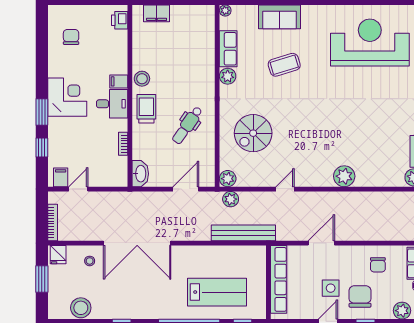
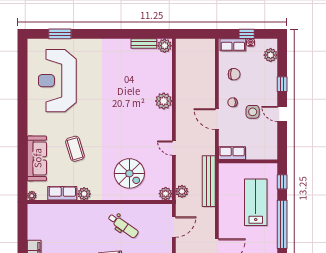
sofa: (280, 17) -> (37, 158), width x1.36
door: (186, 189) -> (174, 227), swing flipped
row of seats: (279, 279) -> (232, 153), width x0.50
chair: (360, 297) -> (233, 102), moved, width x0.54, depth x0.54

